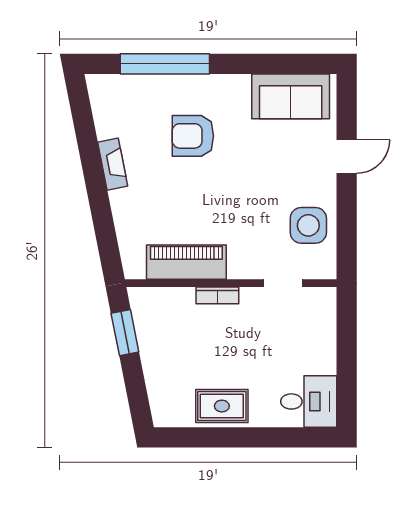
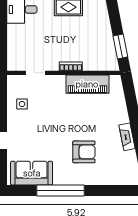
window: (165, 64) -> (61, 191), moved
side table: (308, 225) -> (22, 104), width x0.54, depth x0.54

